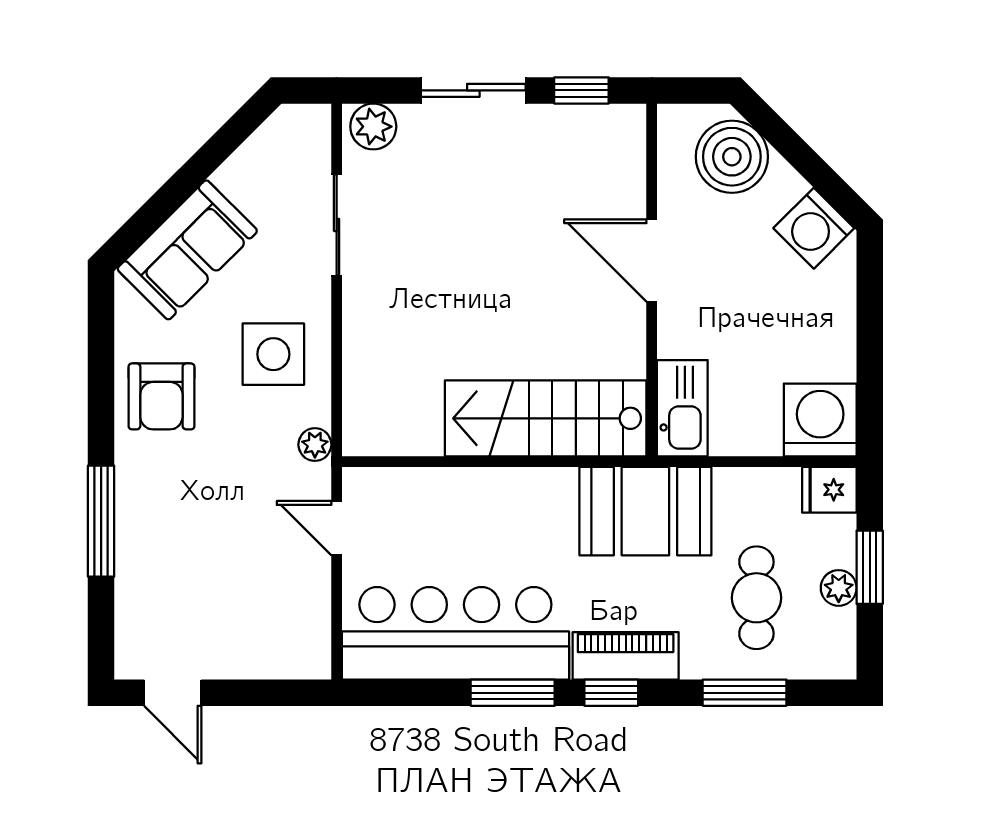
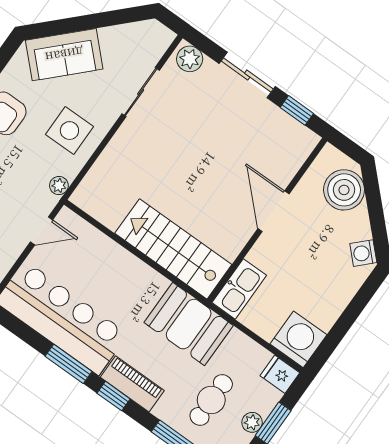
washing machine: (814, 228) -> (363, 253), width x0.73, depth x0.73
door: (337, 528) -> (42, 231), swing flipped

